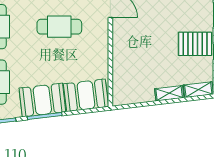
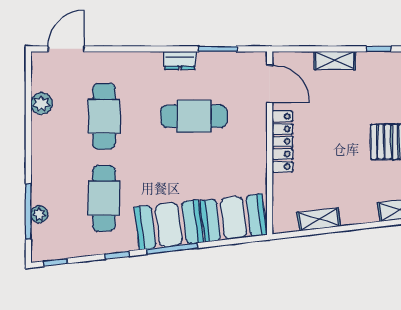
locker: (119, 44) -> (282, 142), added
shelving: (169, 93) -> (319, 219), moved

